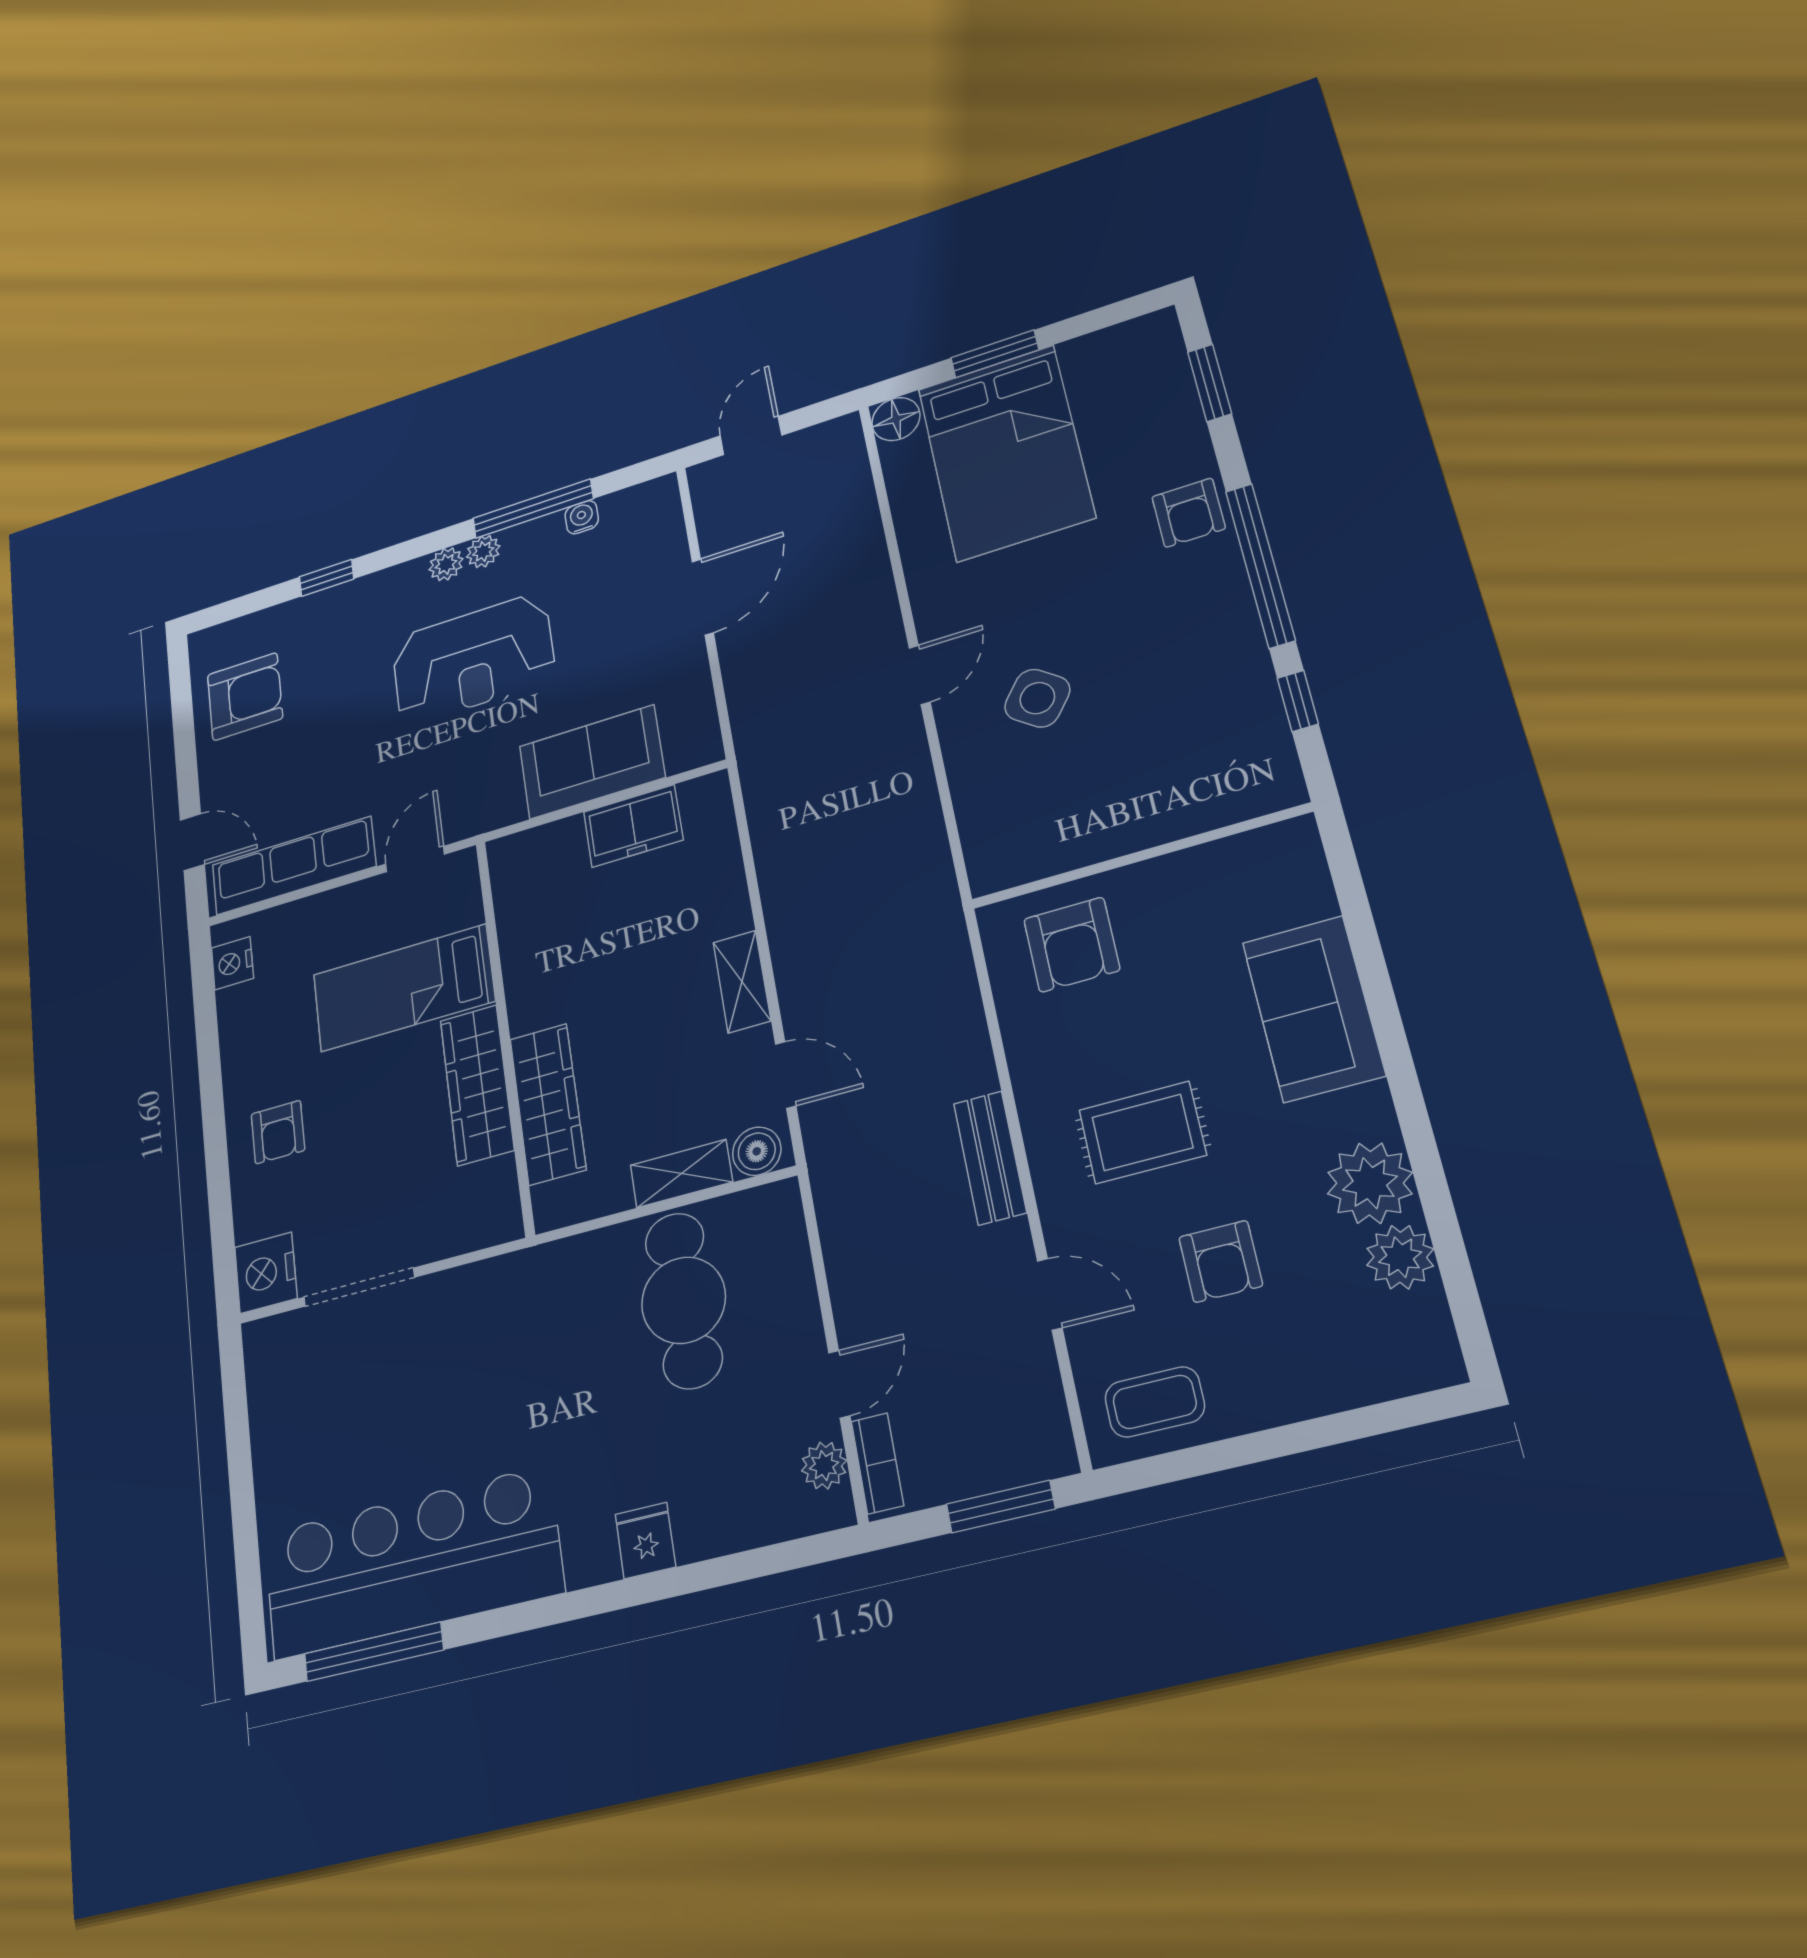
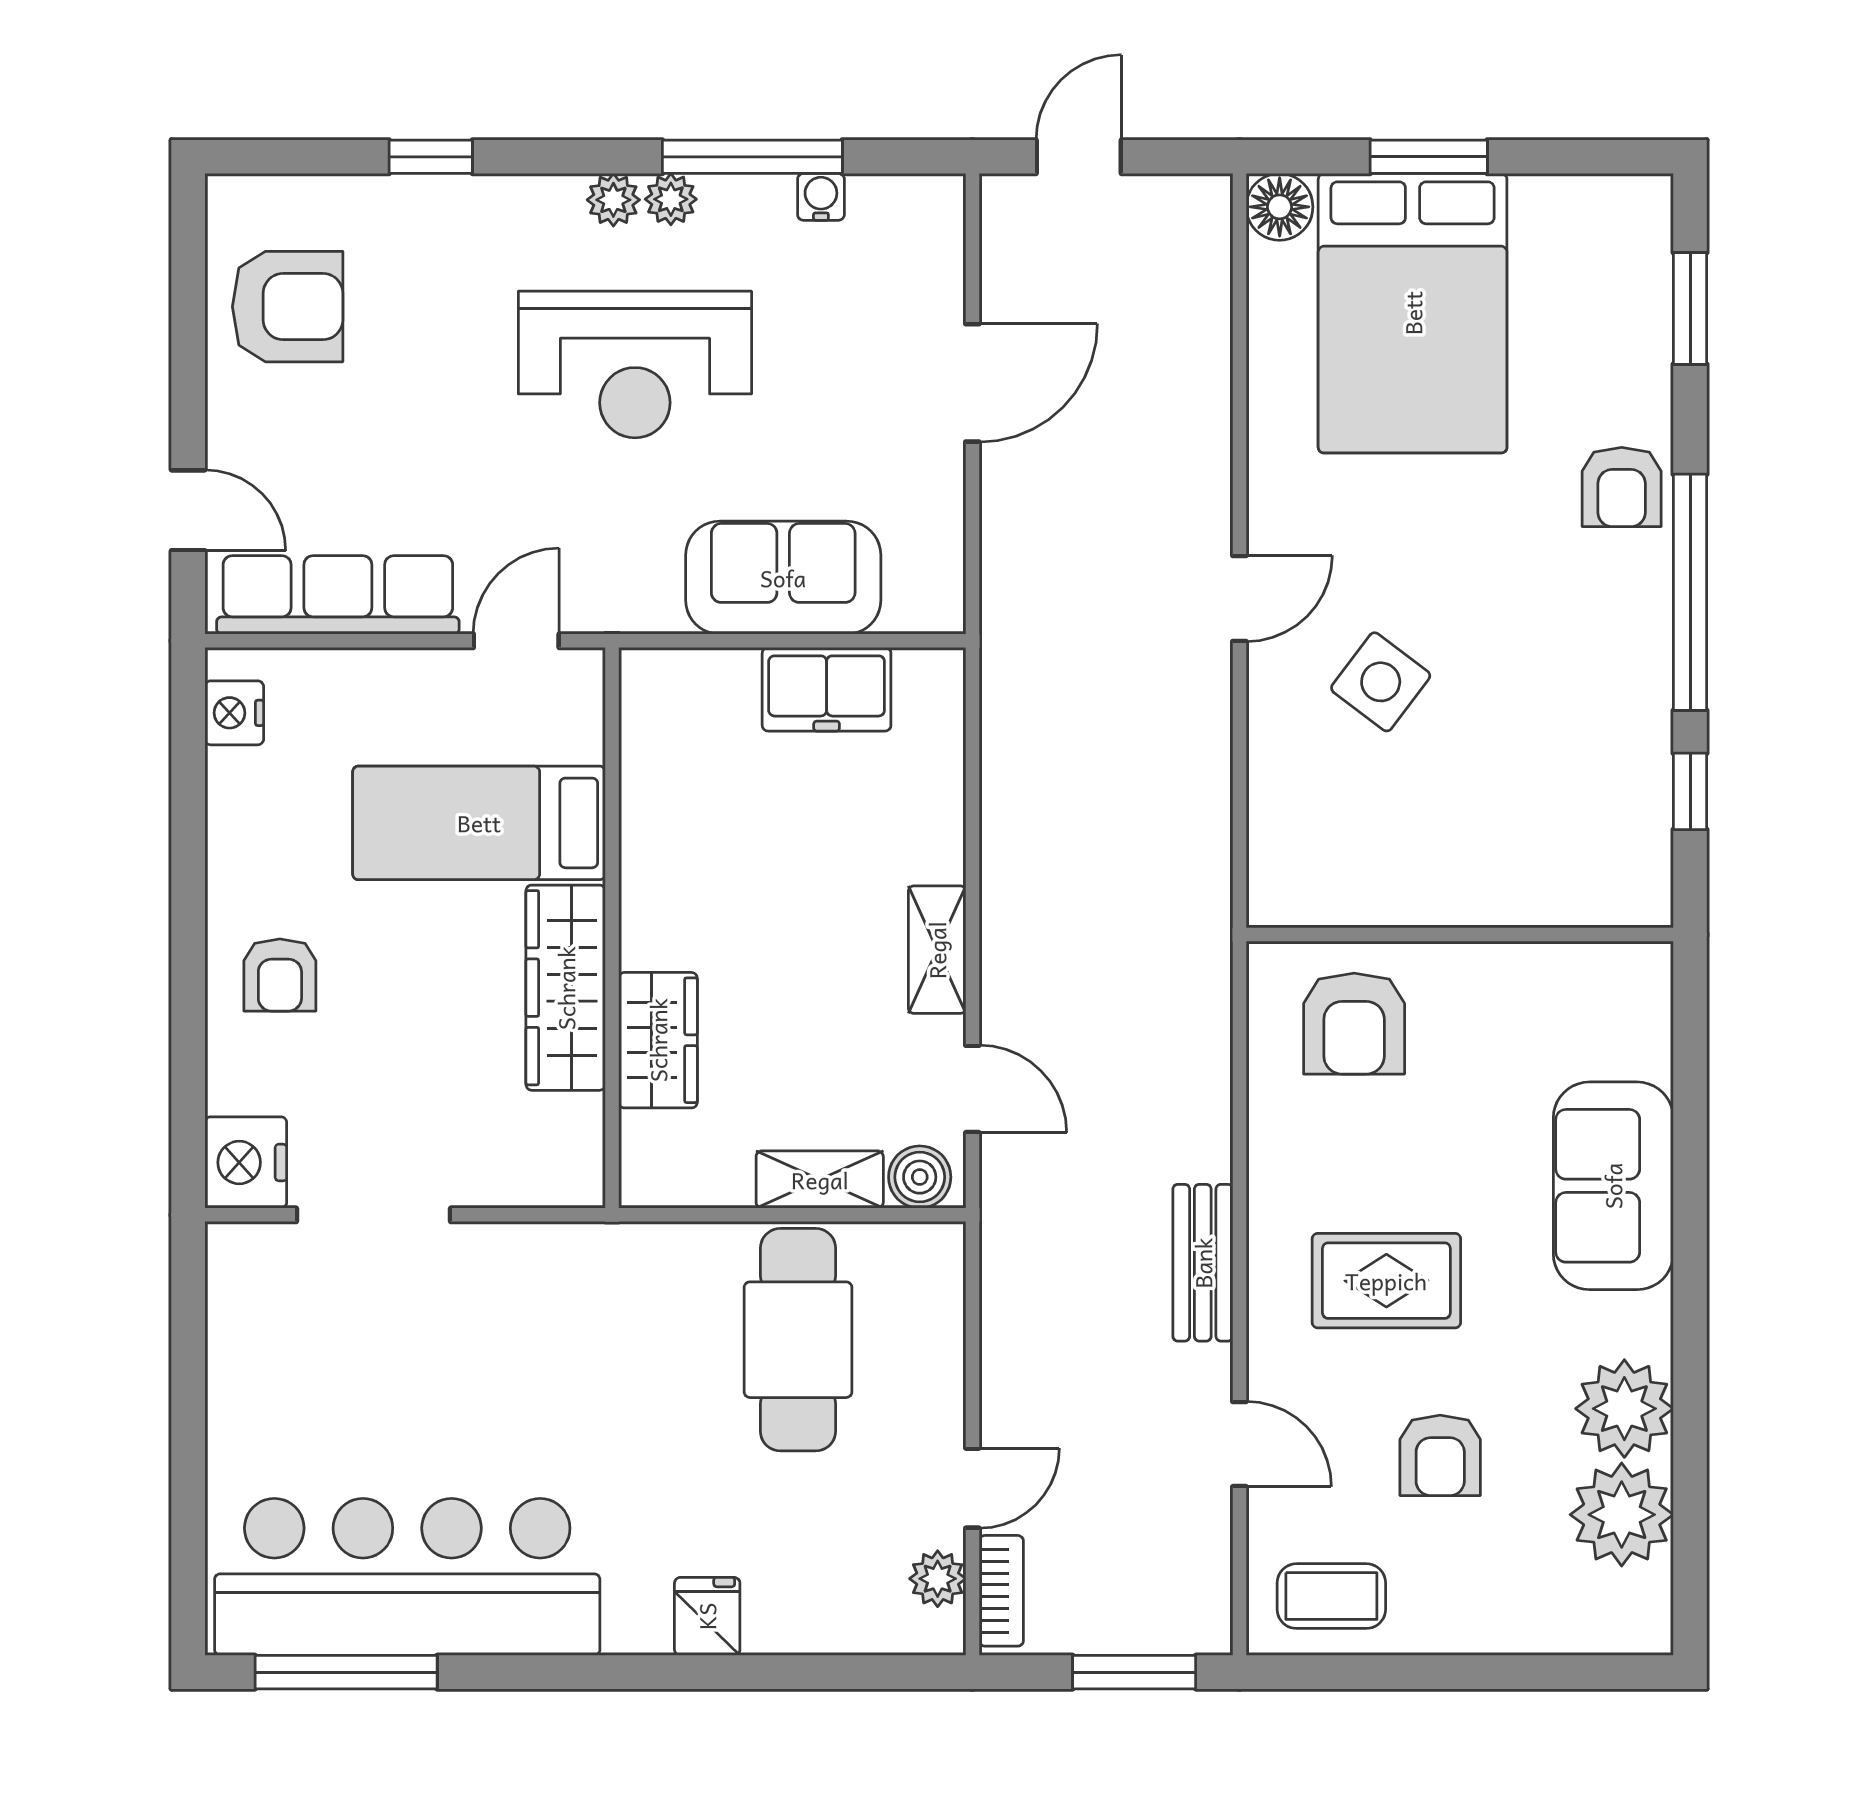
wardrobe: (548, 1104) -> (658, 1040), width x0.67
plant: (1400, 1257) -> (1622, 1515), width x1.36, depth x1.36

